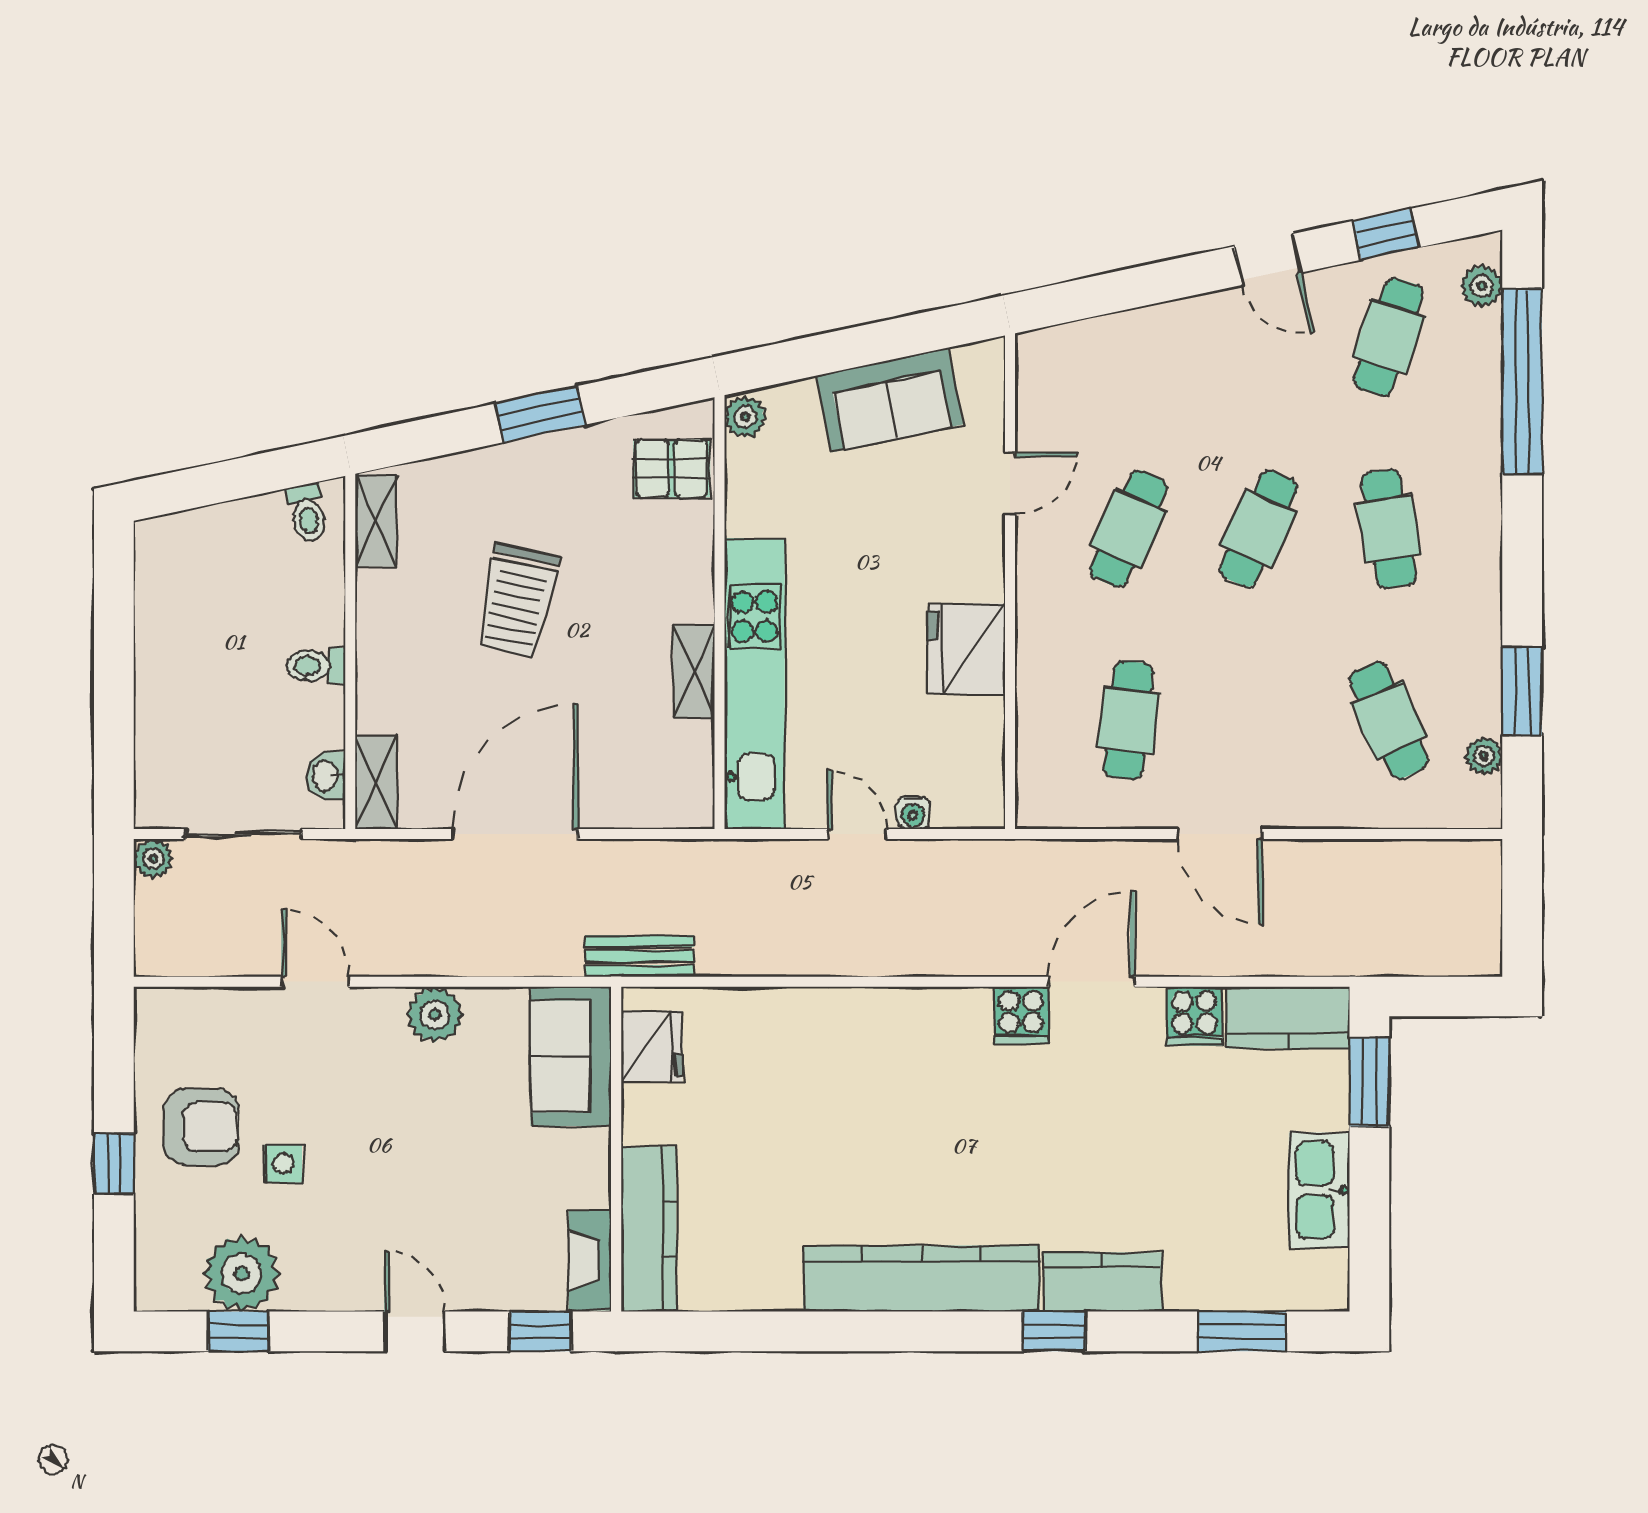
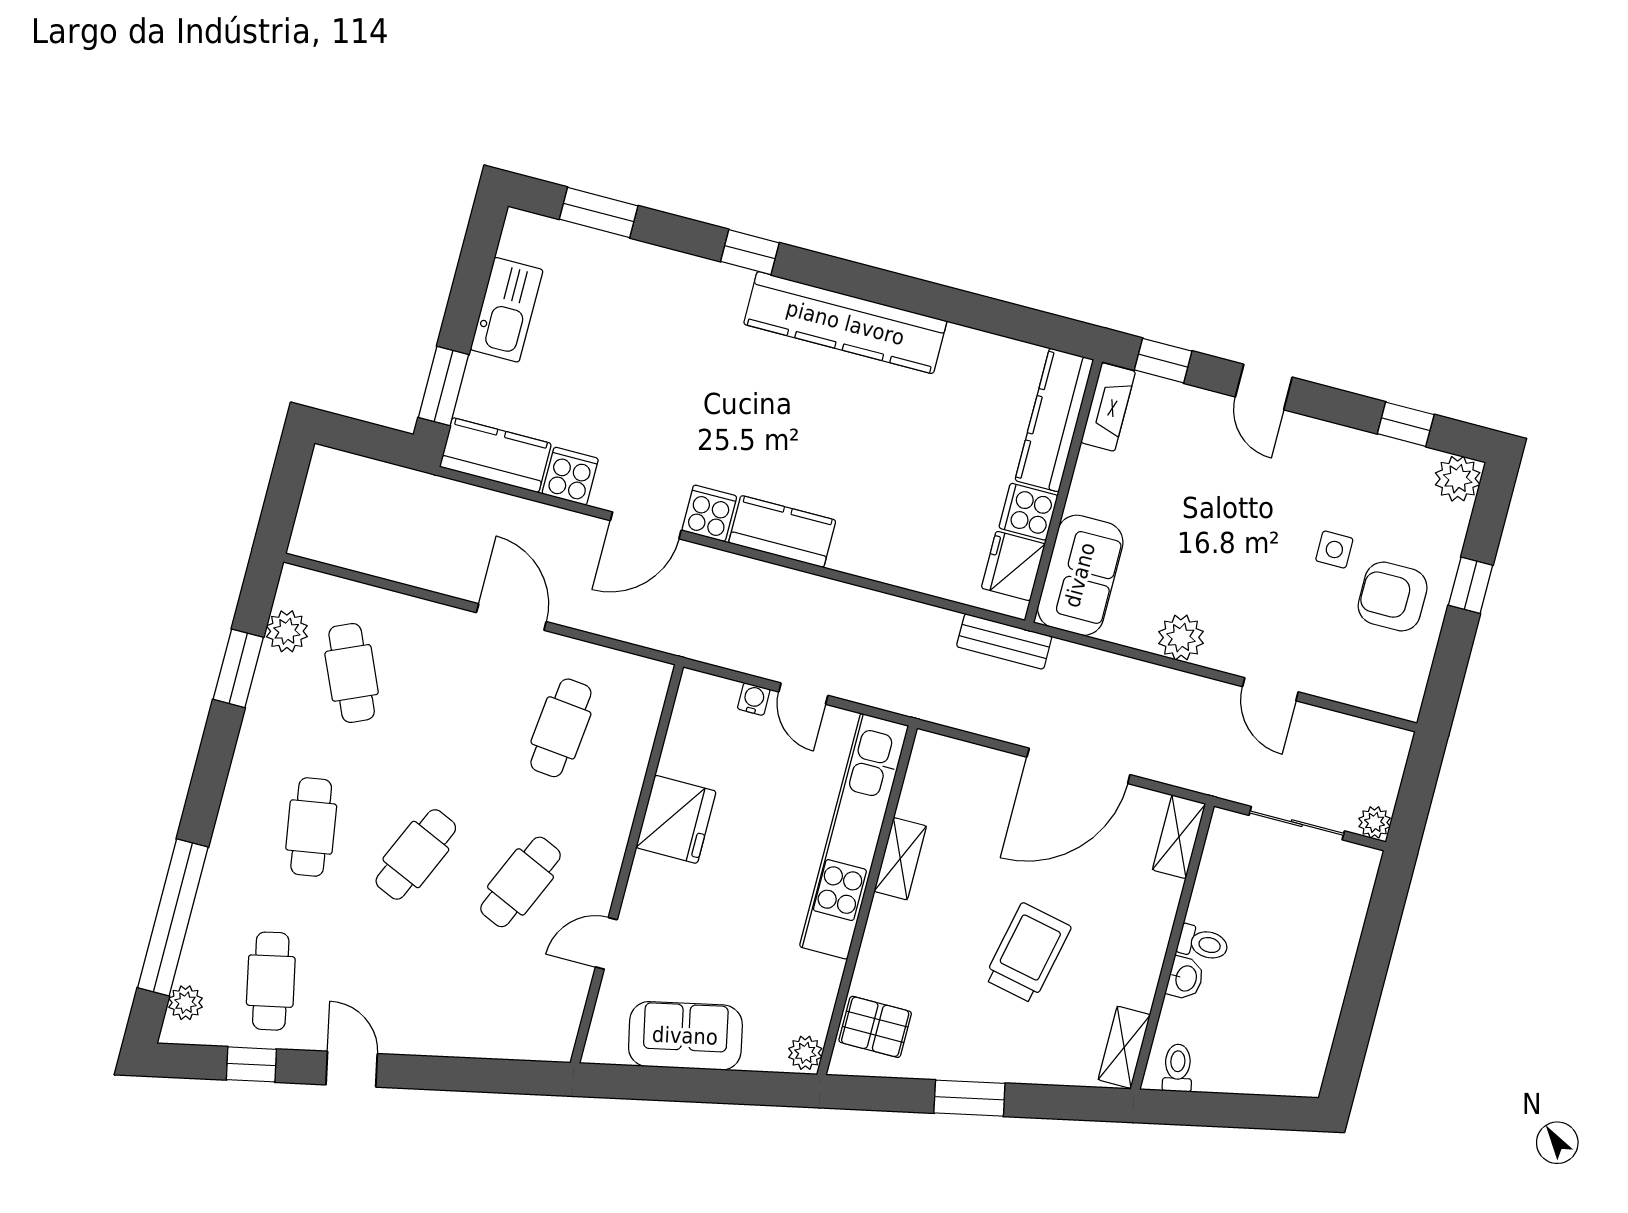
cafe table: (1389, 337) -> (271, 981), turned -30
plant: (1484, 756) -> (287, 631), width x1.38, depth x1.38
washbasin: (326, 776) -> (1185, 978), moved
cooker: (651, 1114) -> (1028, 512), added
plant: (242, 1274) -> (1458, 479), moved, width x0.73, depth x0.73
kitchen counter: (1103, 1282) -> (782, 531), moved, turned 180

